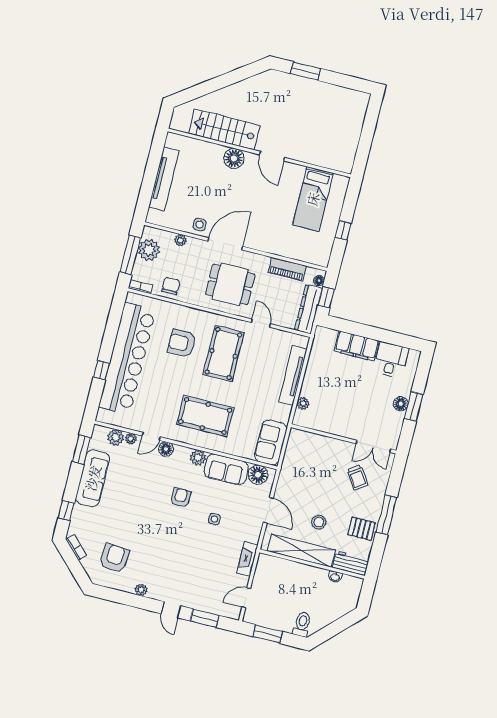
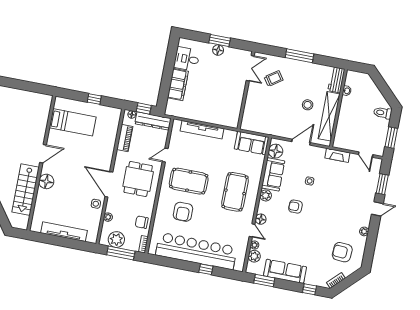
plant: (303, 404) -> (222, 121), removed
pallet: (362, 529) -> (311, 73), removed

